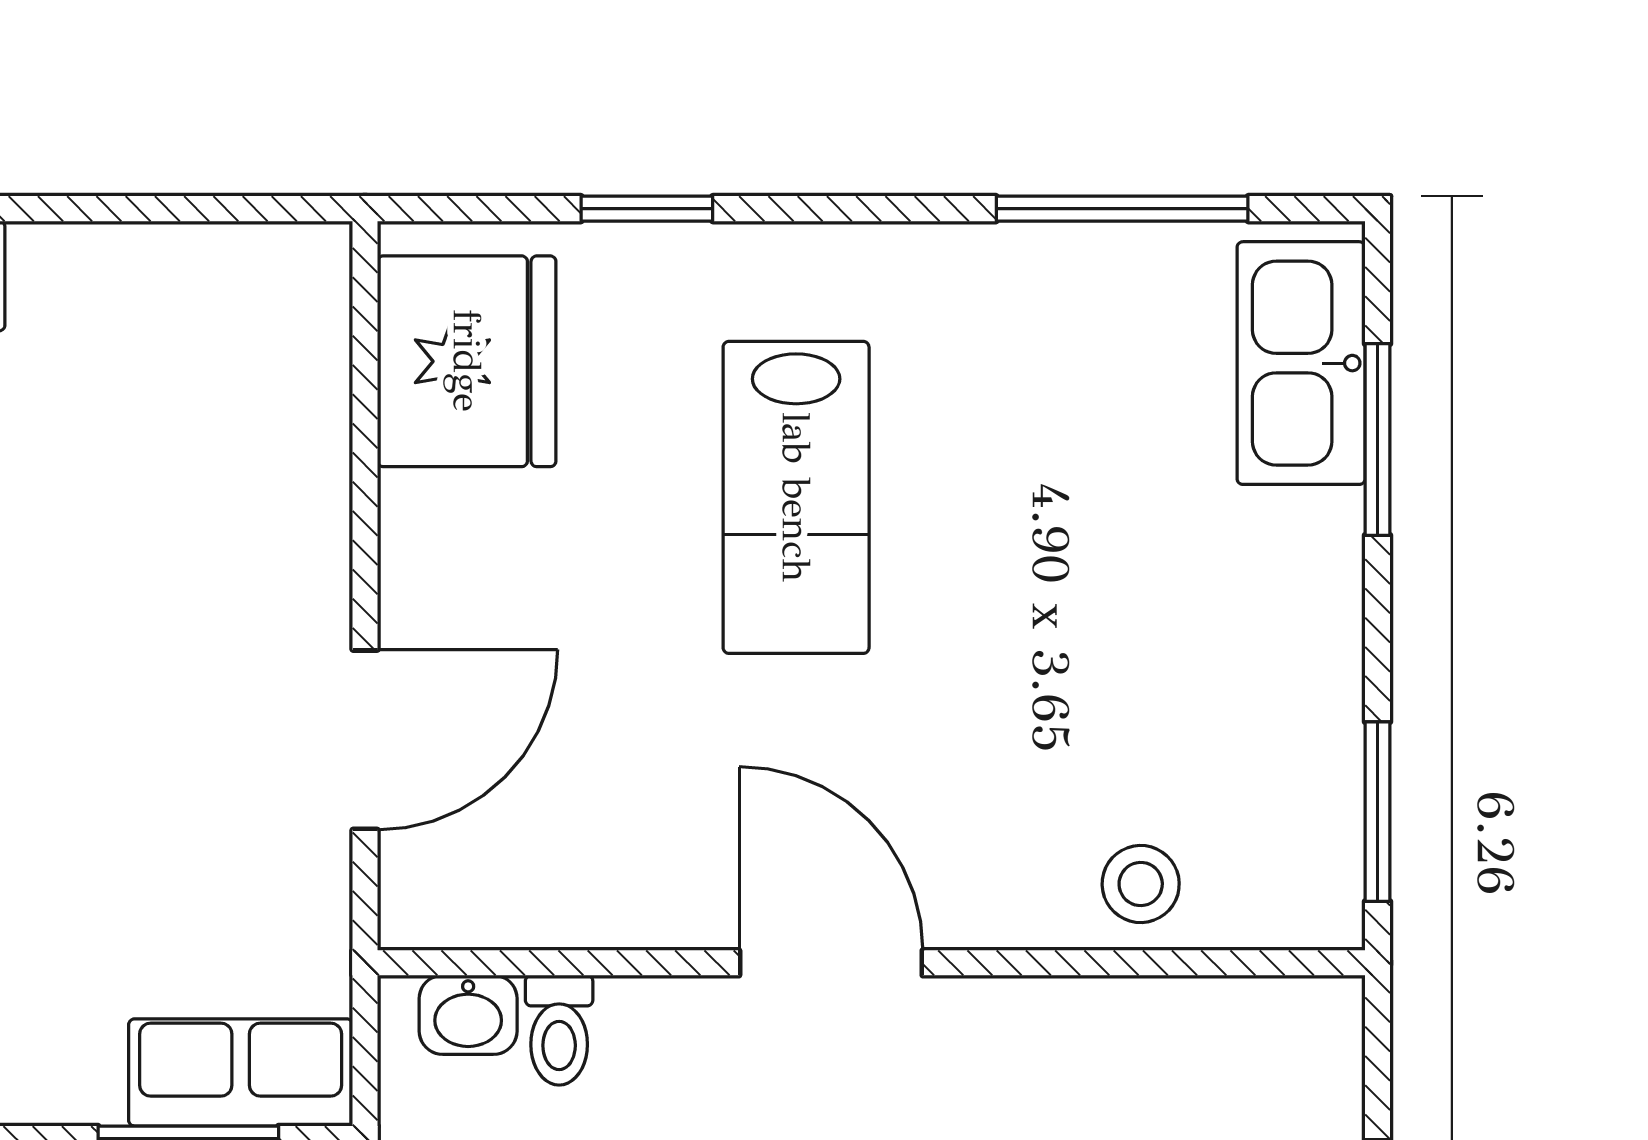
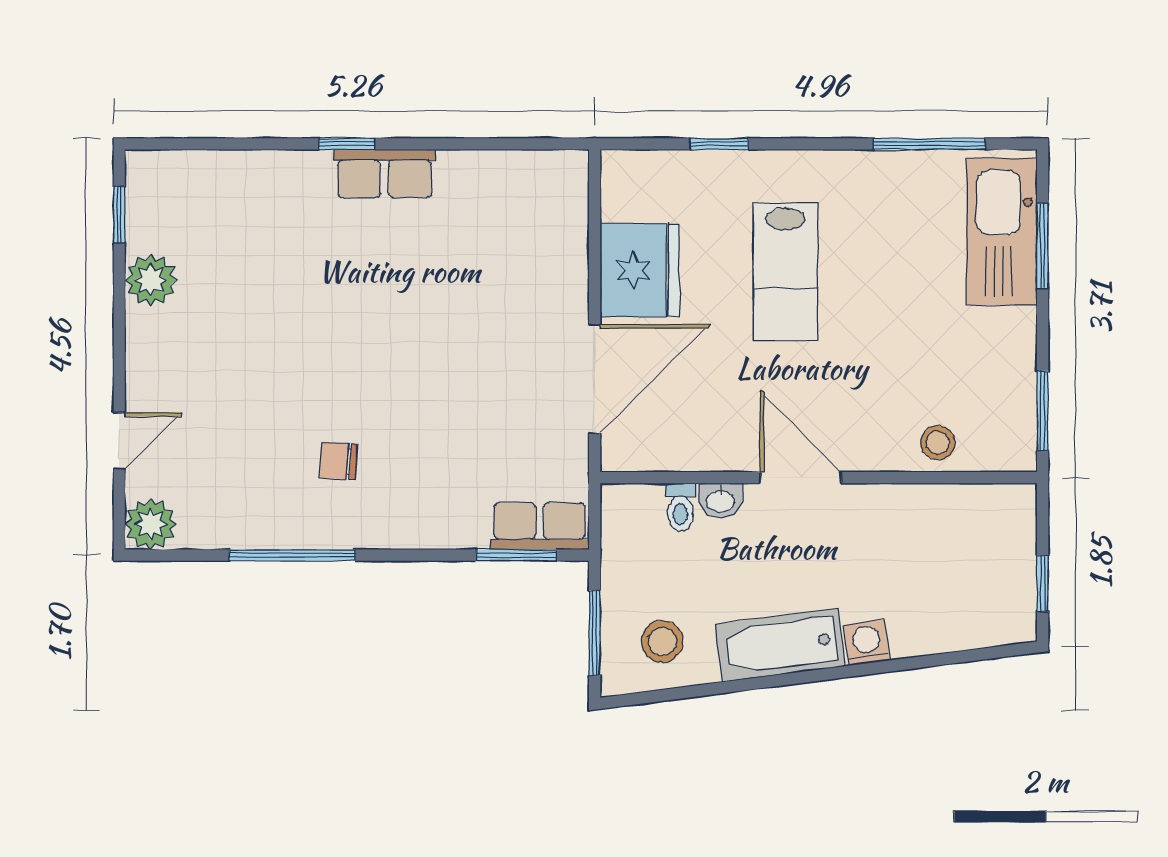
fridge: (467, 361) -> (640, 270), moved
kitchen sink: (1301, 363) -> (1002, 232), width x1.36, depth x1.24
door: (365, 740) -> (595, 379), width x1.36
washbasin: (468, 1015) -> (721, 501), moved

